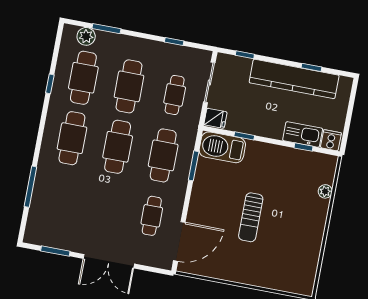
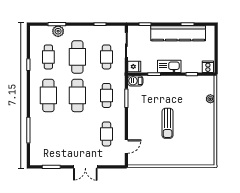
plant: (86, 36) -> (58, 31), moved
cafe table: (83, 78) -> (48, 57), width x0.73, depth x0.74
kitchen sink: (303, 134) -> (169, 66), moved
barbecue: (222, 147) -> (135, 81), width x0.53, depth x0.65
cafe table: (163, 155) -> (106, 95), width x0.73, depth x0.74
door: (179, 241) -> (126, 147), width x0.53
double door: (109, 261) -> (85, 167), width x0.73

